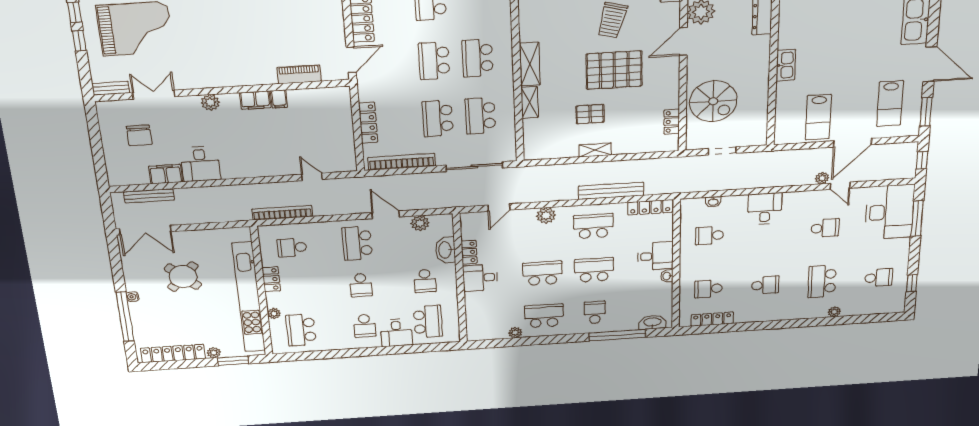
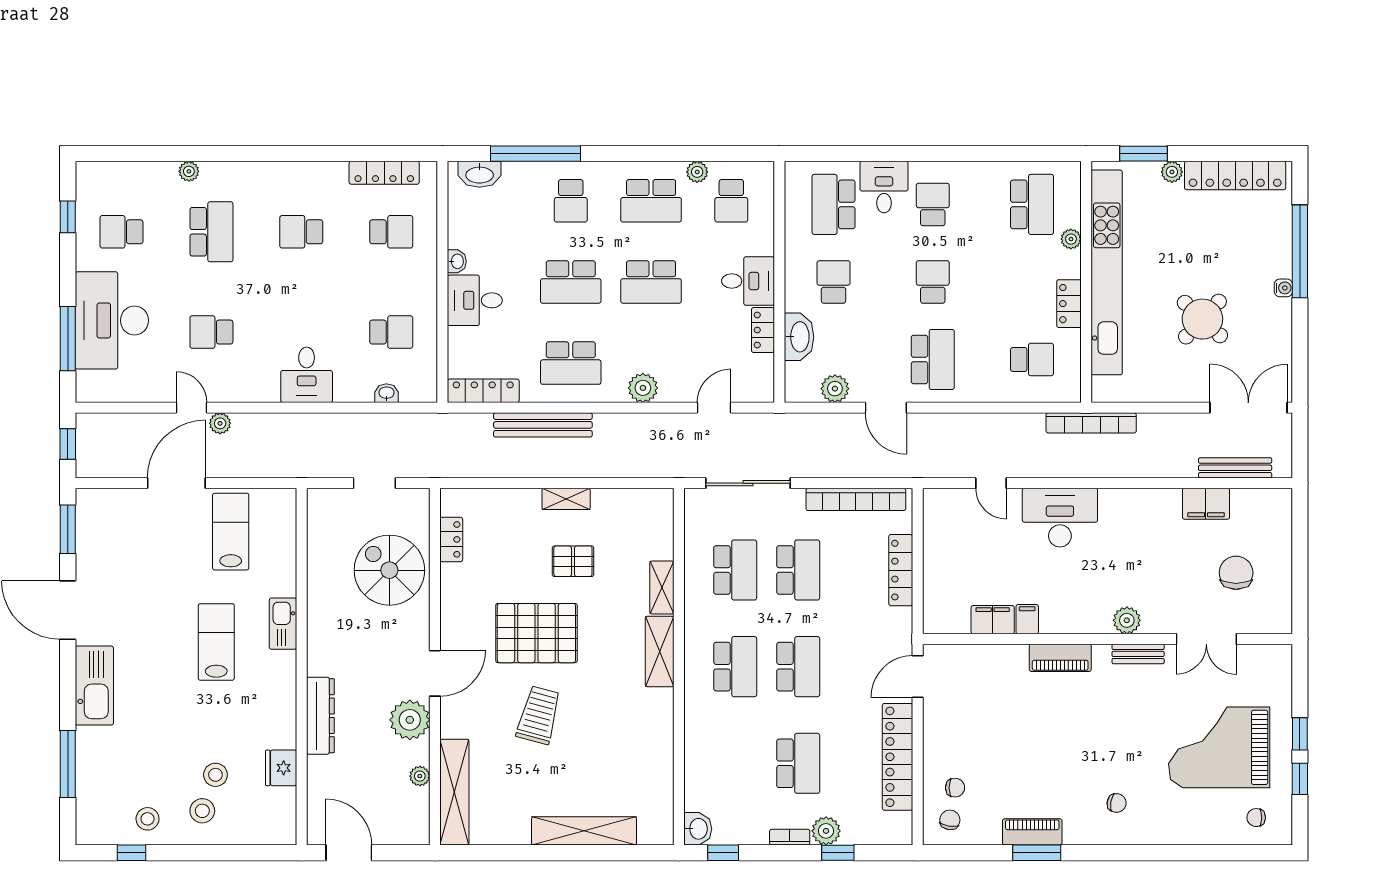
piano: (299, 74) -> (1060, 658), moved
bench: (111, 88) -> (1138, 654), moved
filing cabinet: (255, 100) -> (993, 620), moved
lab bench: (890, 104) -> (216, 642), moved
desk: (200, 164) -> (1060, 518), moved, width x1.37
desk: (890, 212) -> (112, 320), moved
bookcase: (282, 213) -> (1091, 423), moved
school desk: (493, 319) -> (731, 201), added

